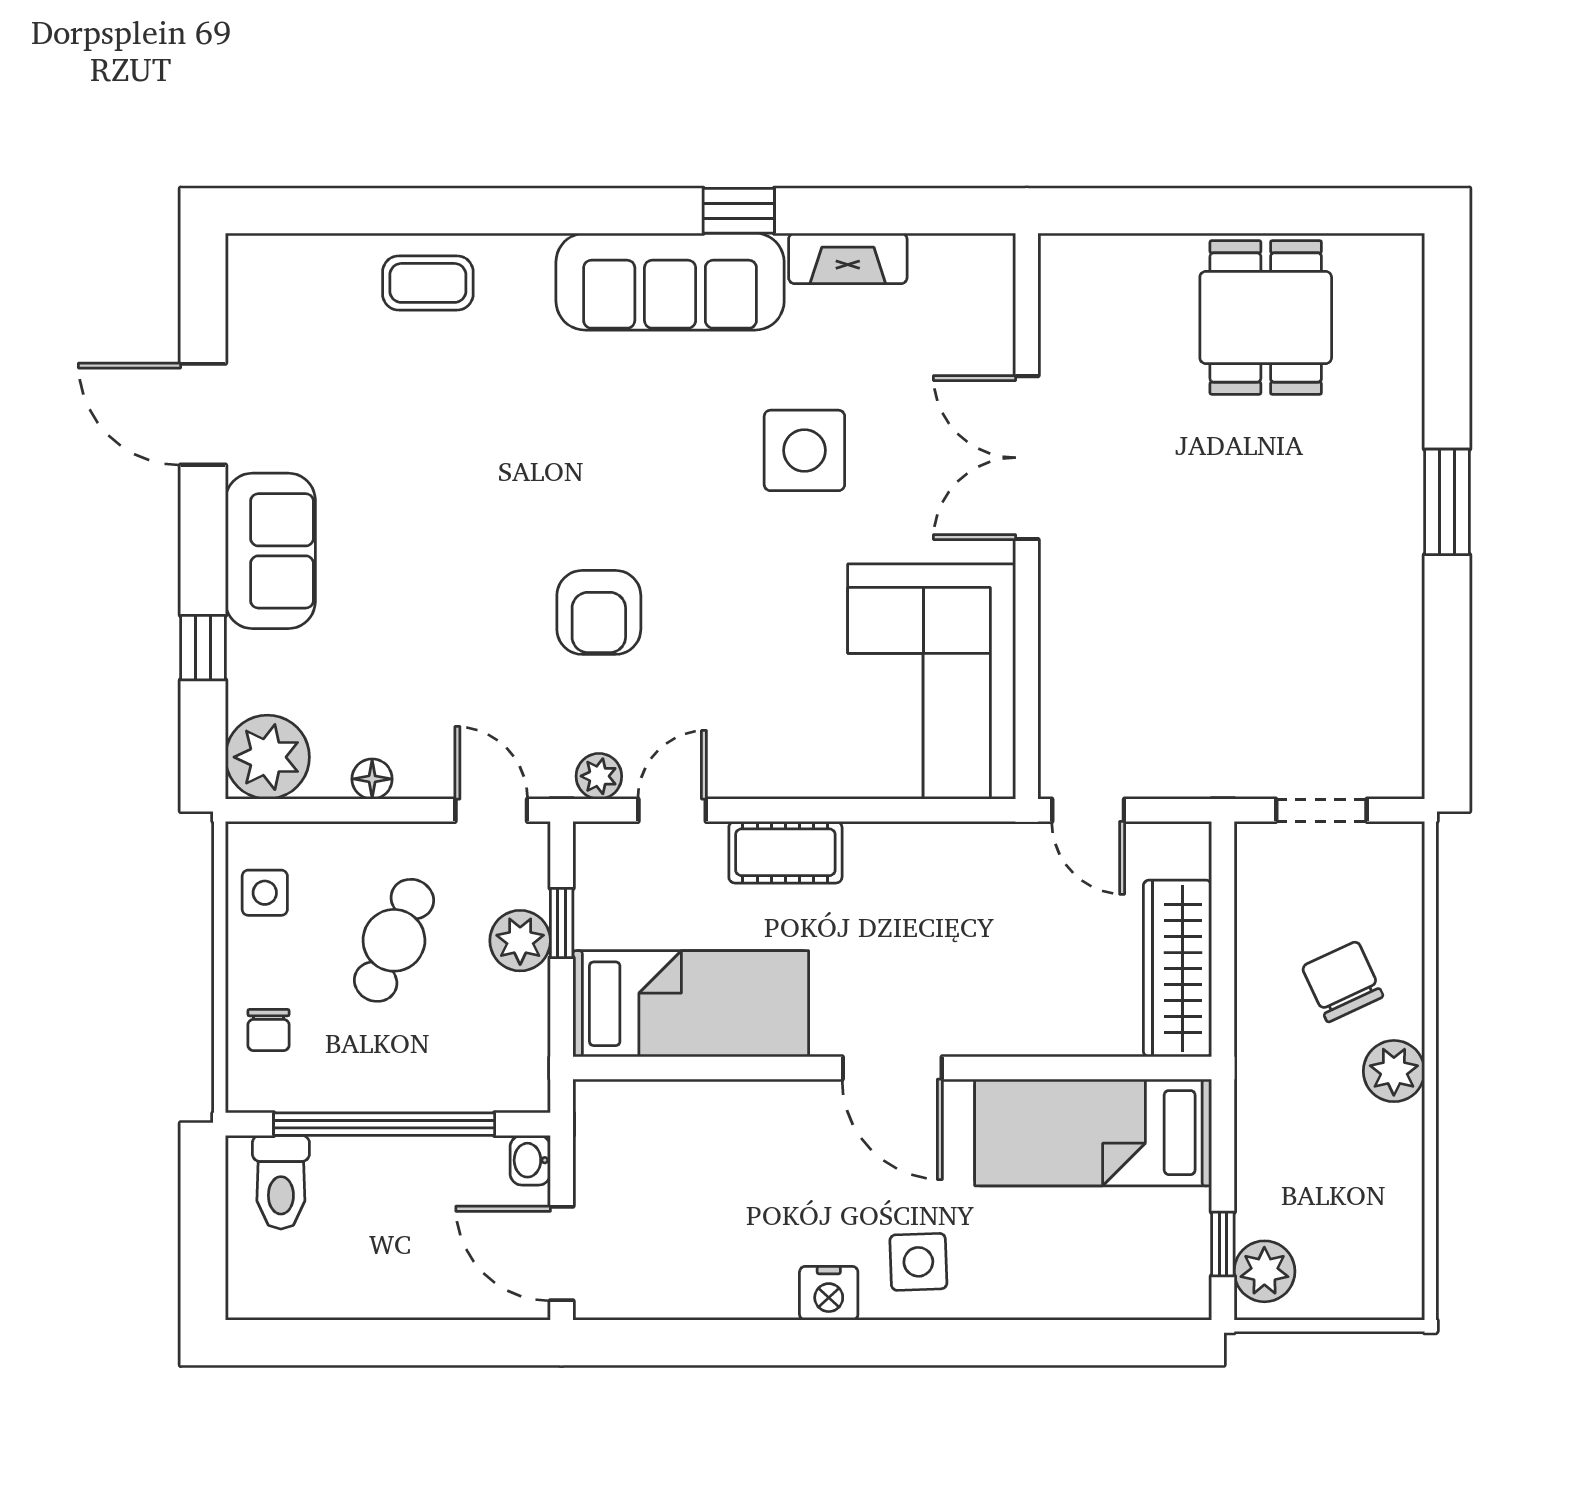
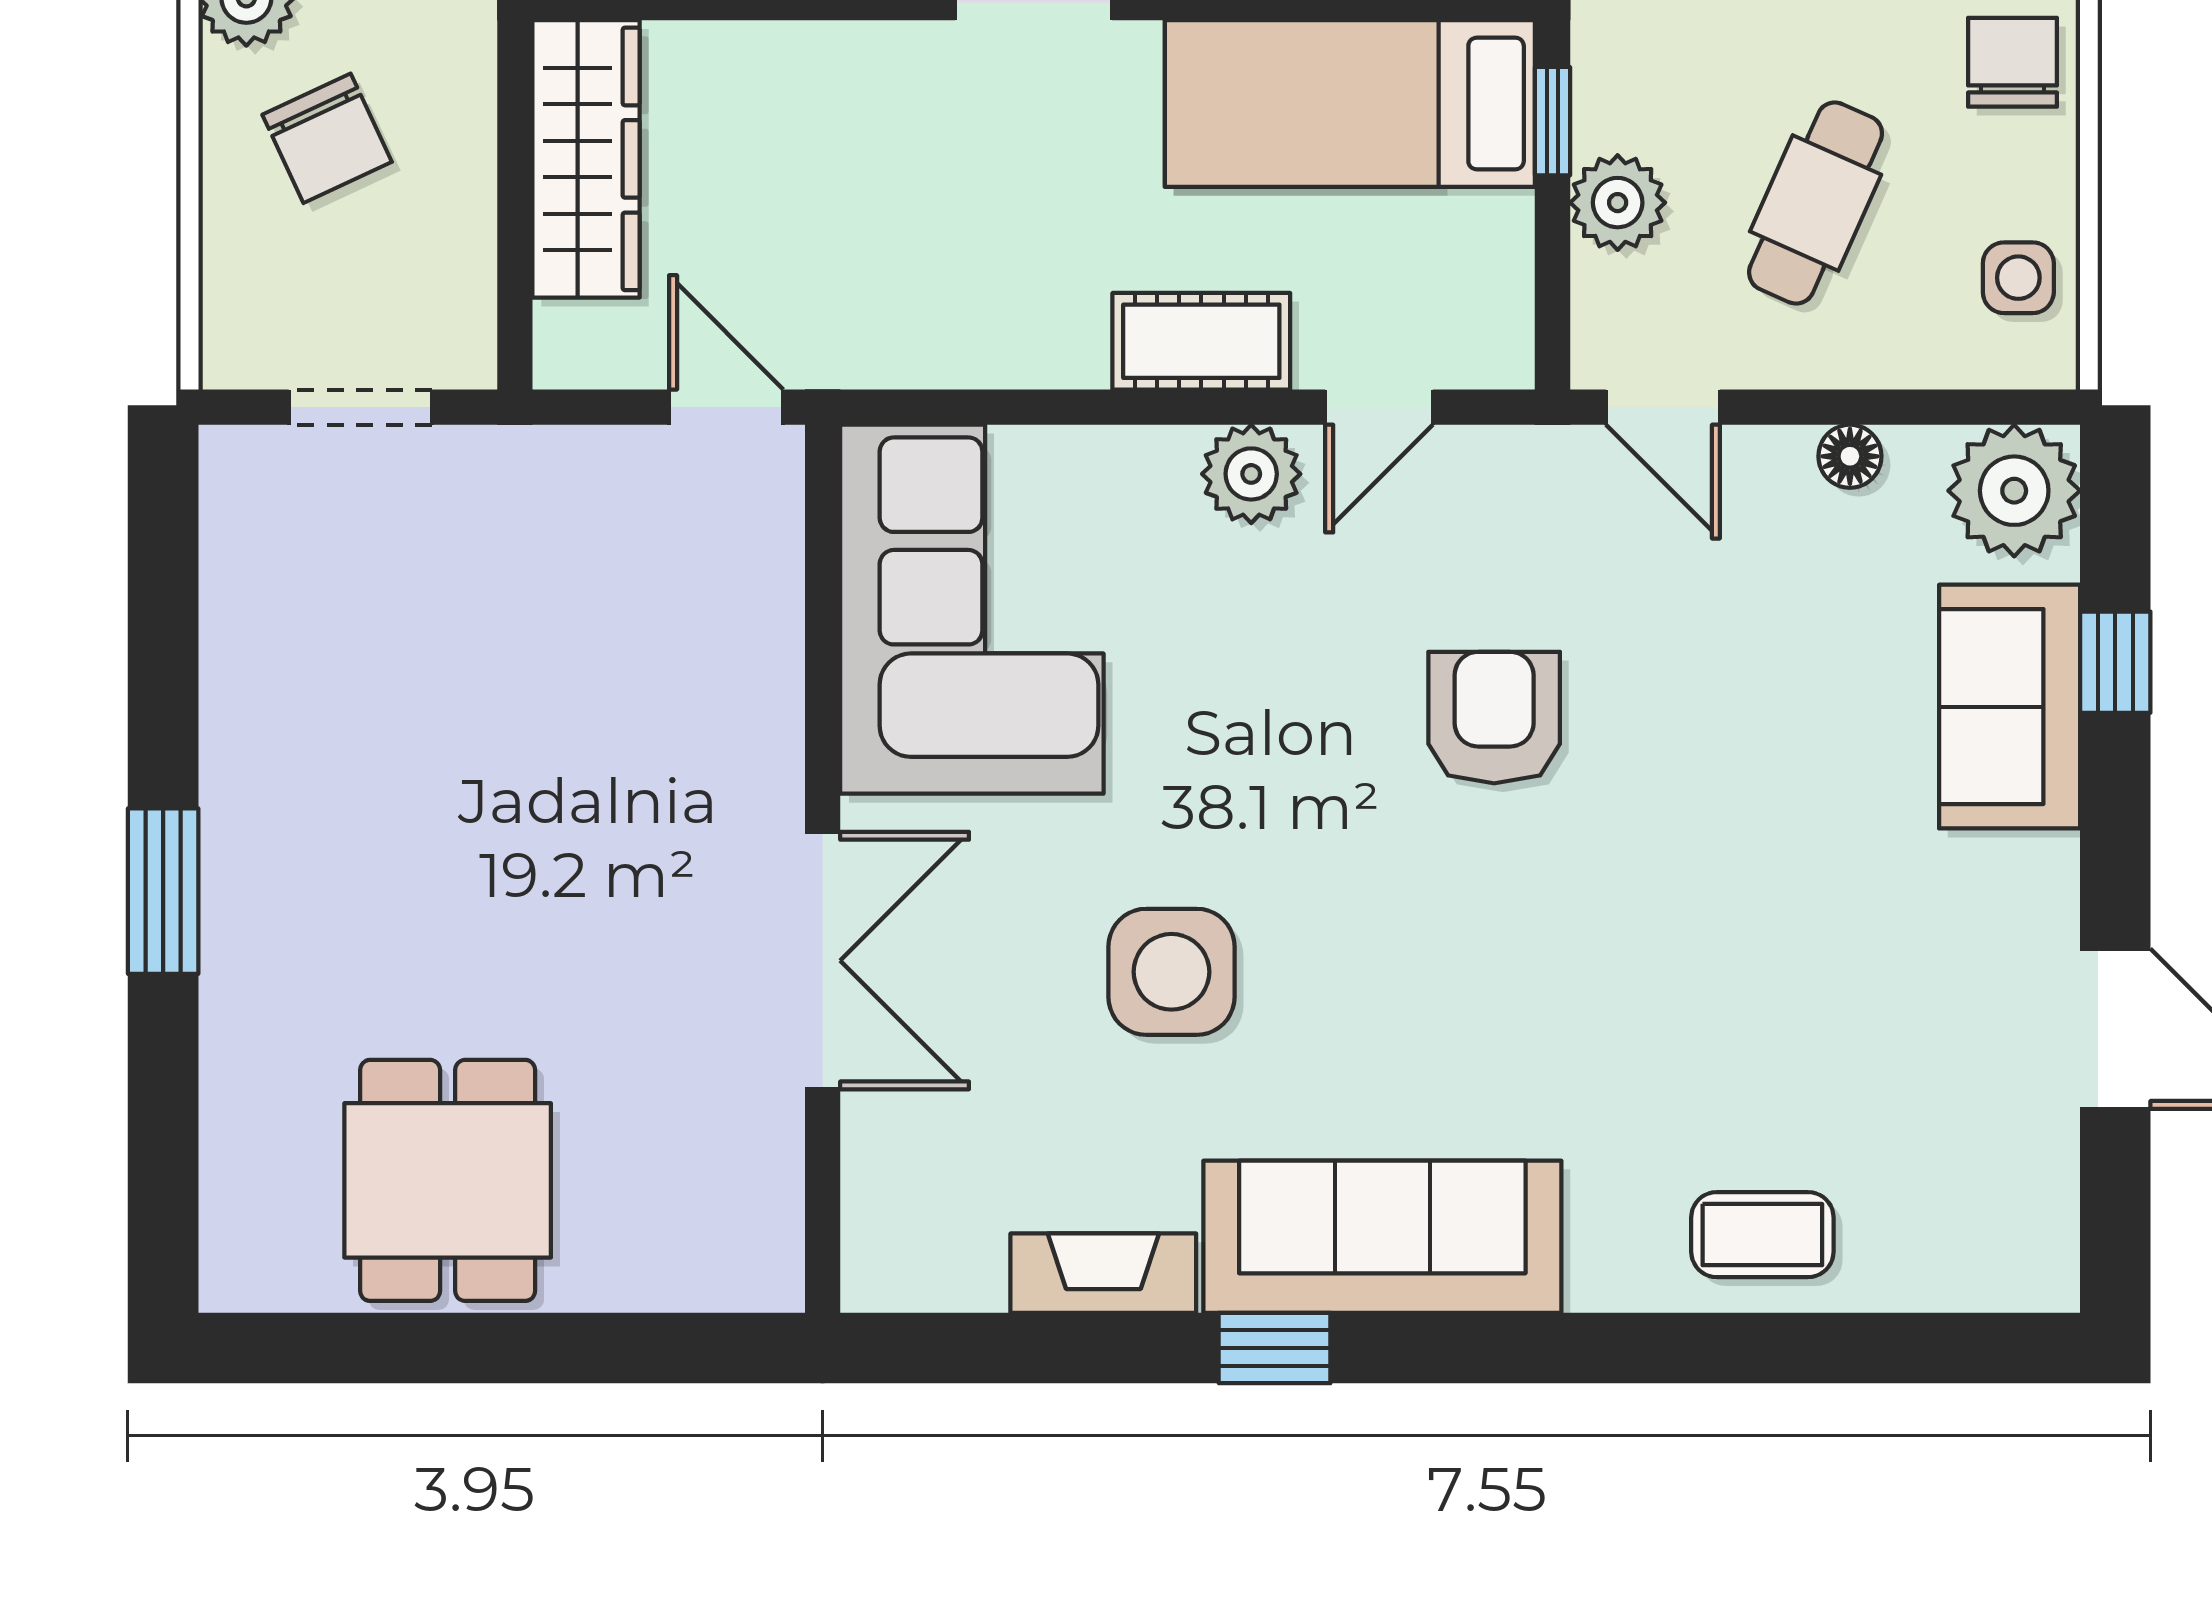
sofa: (270, 551) -> (2010, 707), moved
plant: (599, 776) -> (1251, 474), moved, width x1.38, depth x1.38
window: (562, 923) -> (1553, 121), moved
chair: (268, 1030) -> (2012, 62), width x1.37, depth x1.37

